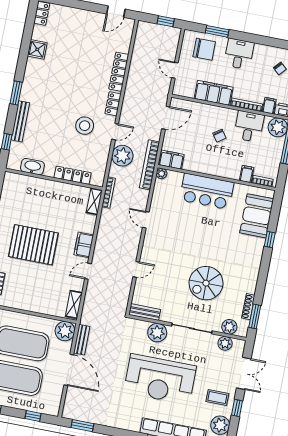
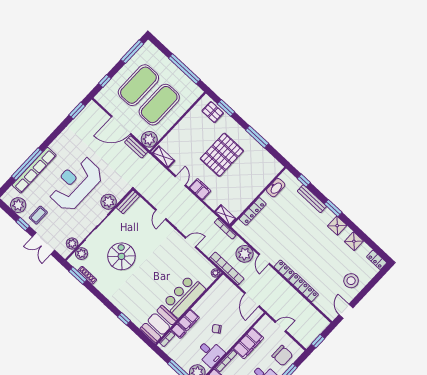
chair: (204, 49) -> (282, 356), turned -90
shower: (32, 77) -> (337, 226), added
stool: (85, 126) -> (351, 281), moved
filing cabinet: (172, 160) -> (189, 320), moved
booth: (257, 216) -> (159, 324), moved, turned 90

